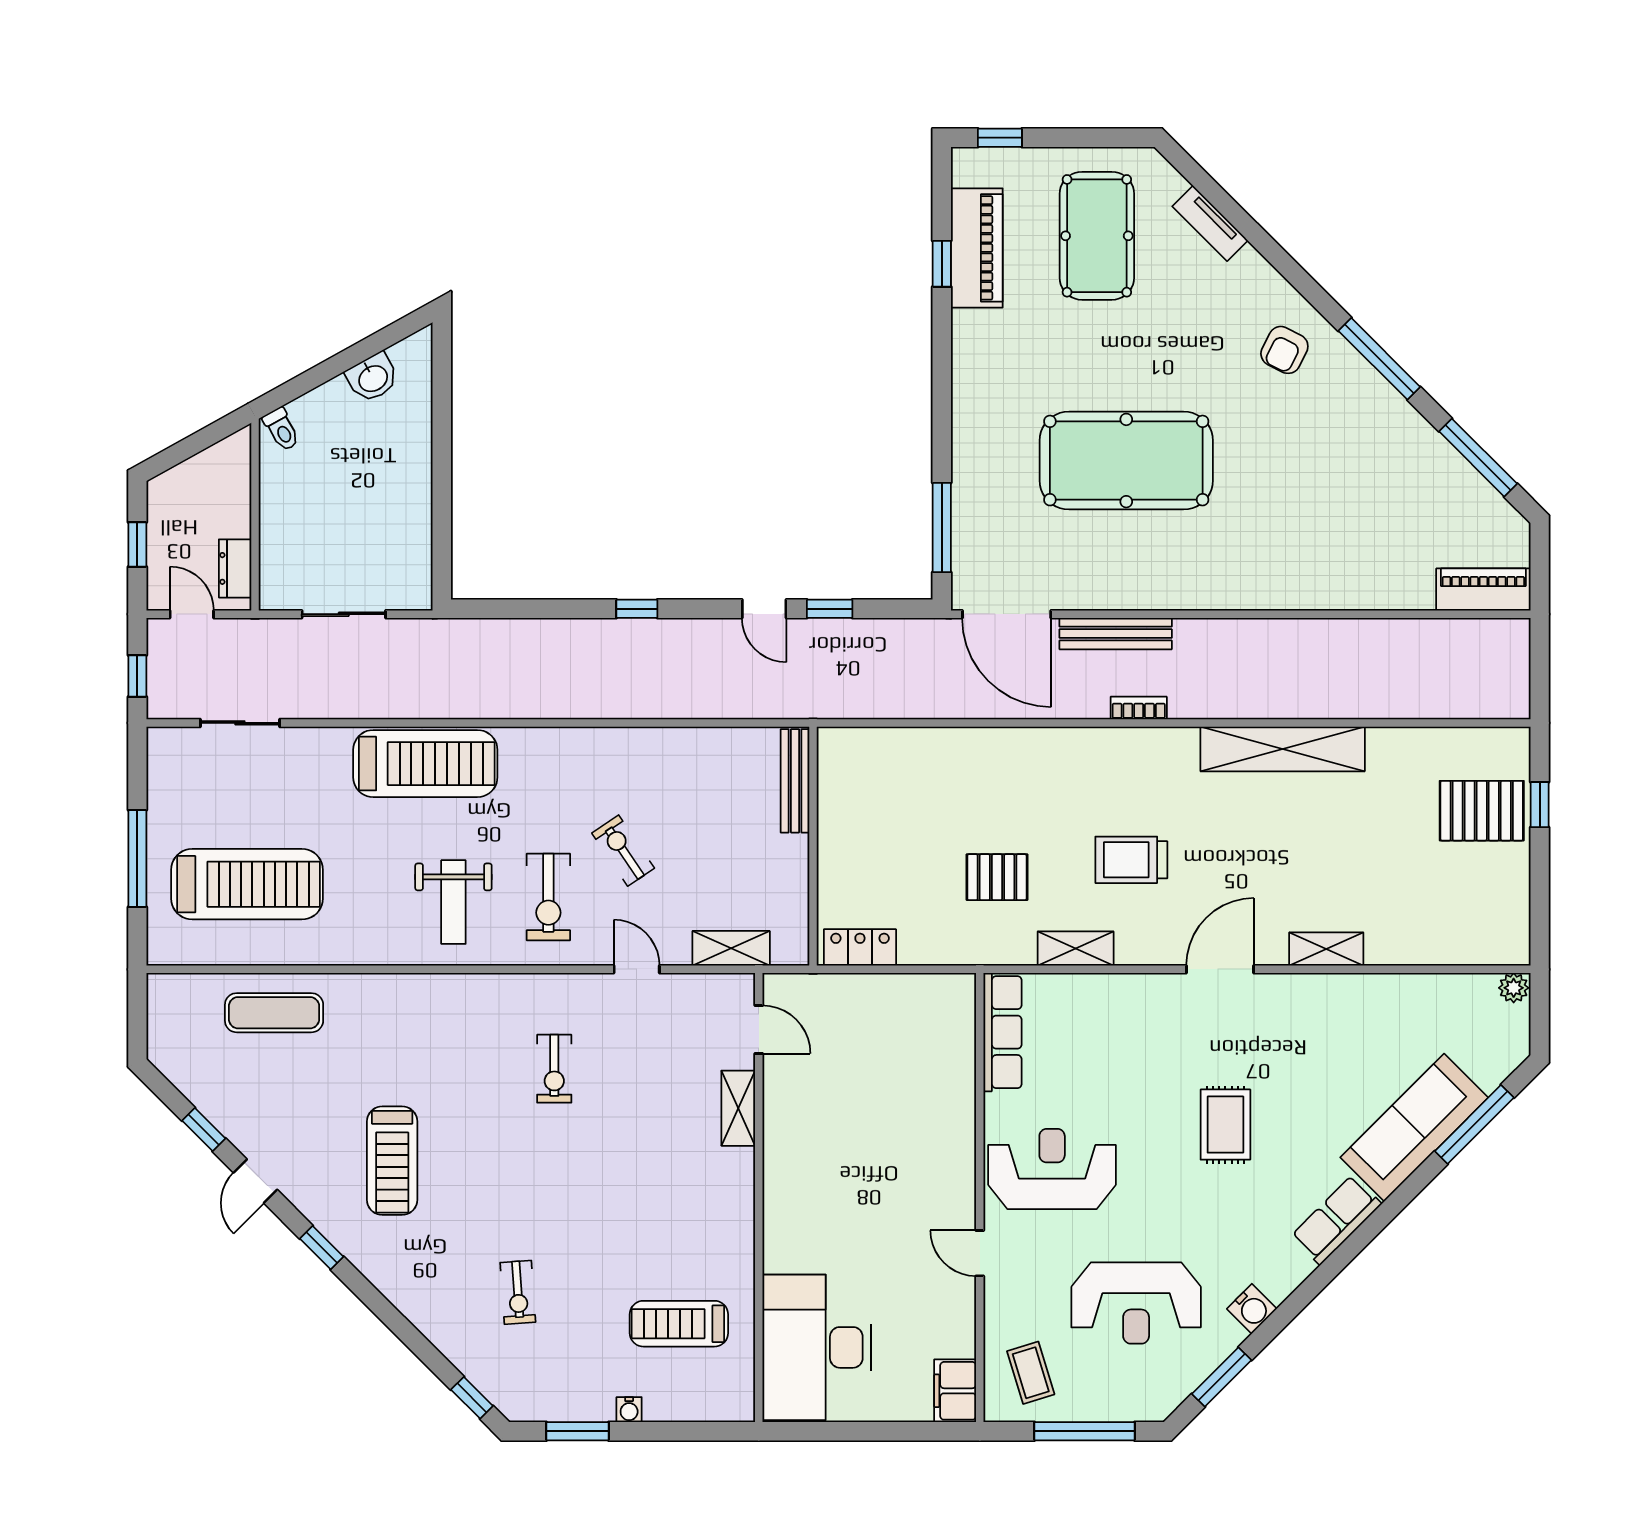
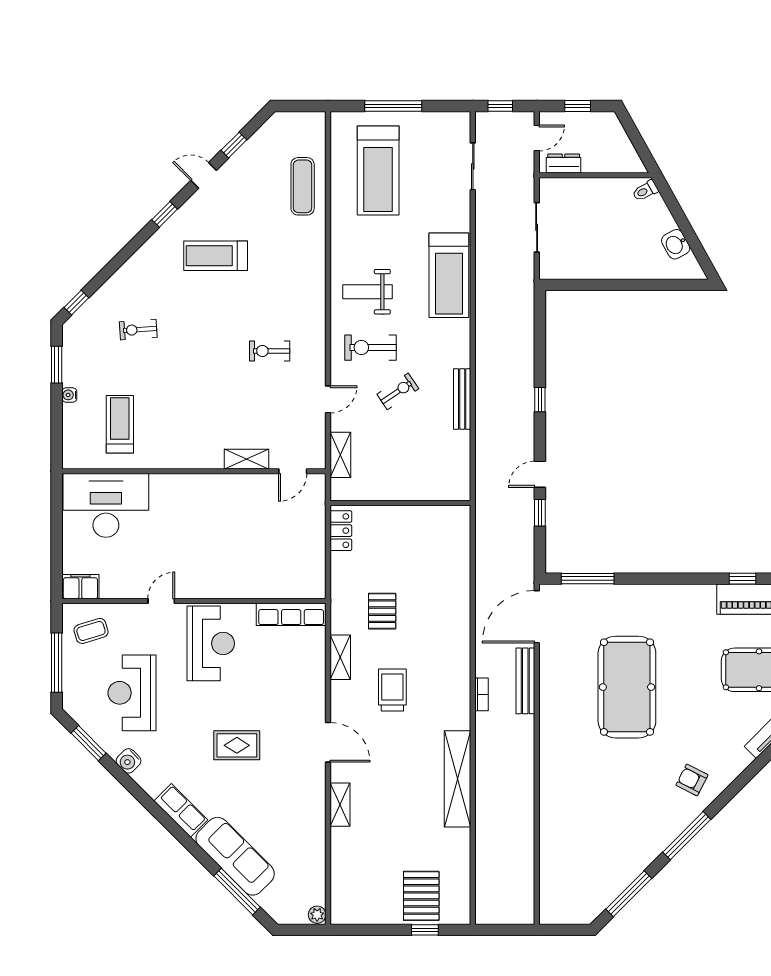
piano: (1483, 589) -> (551, 897), removed
bench: (795, 781) -> (462, 399), moved, turned 90

